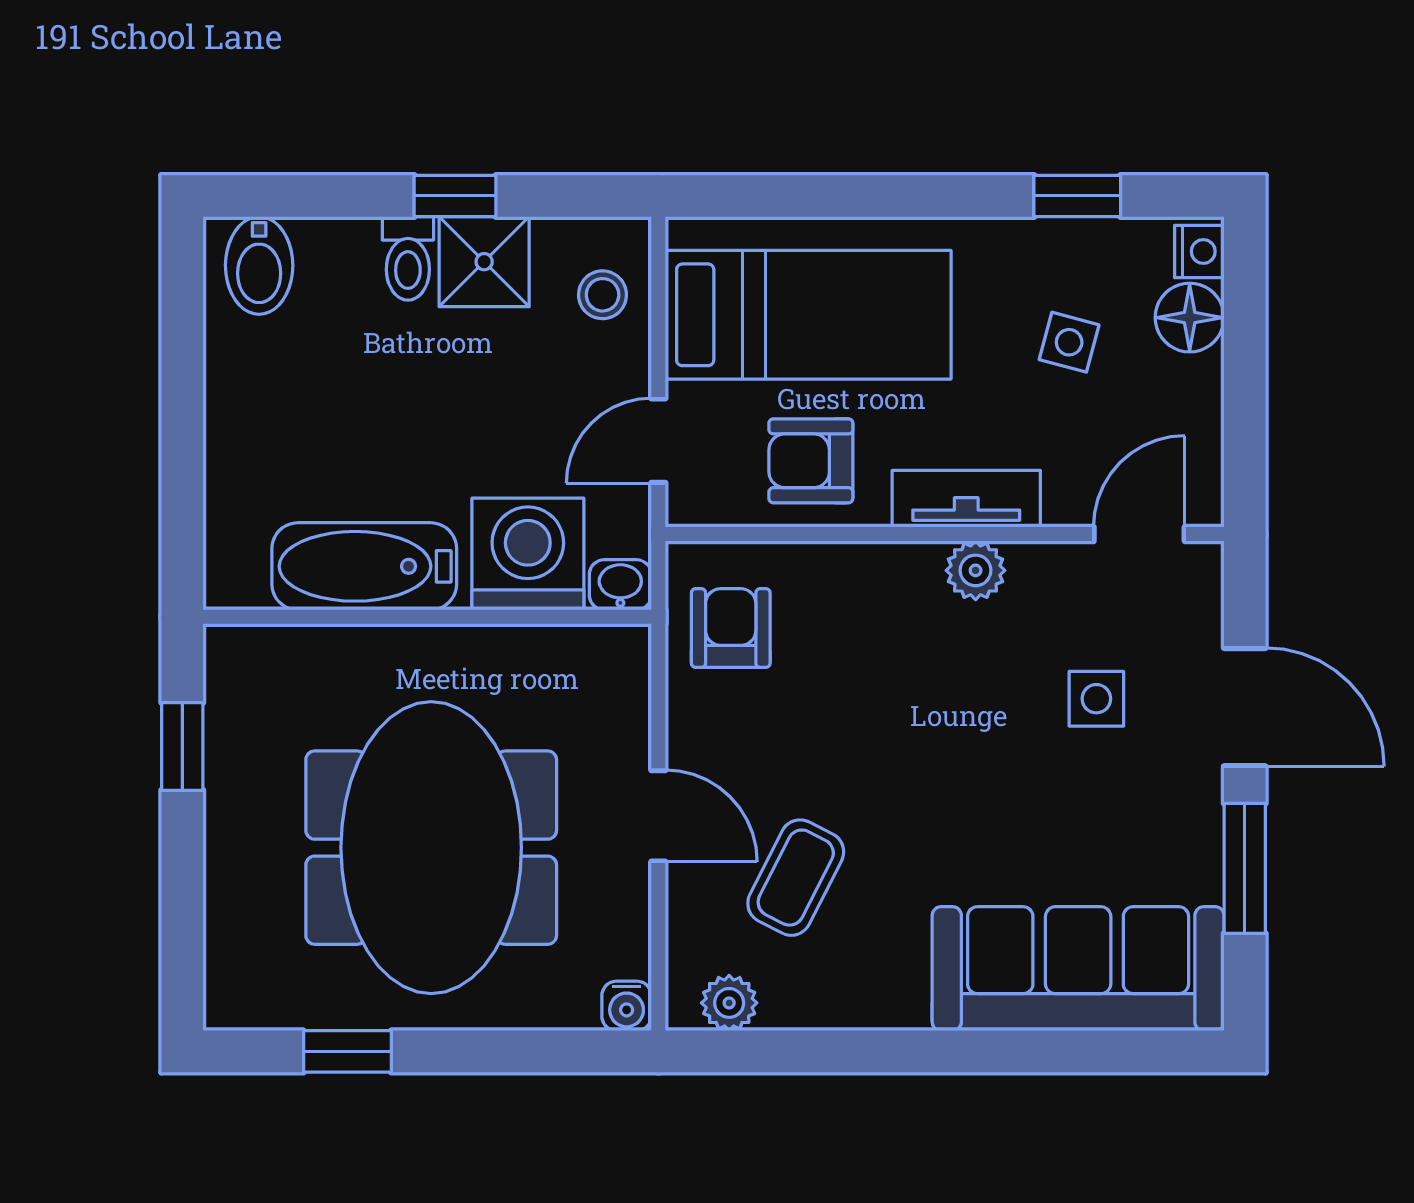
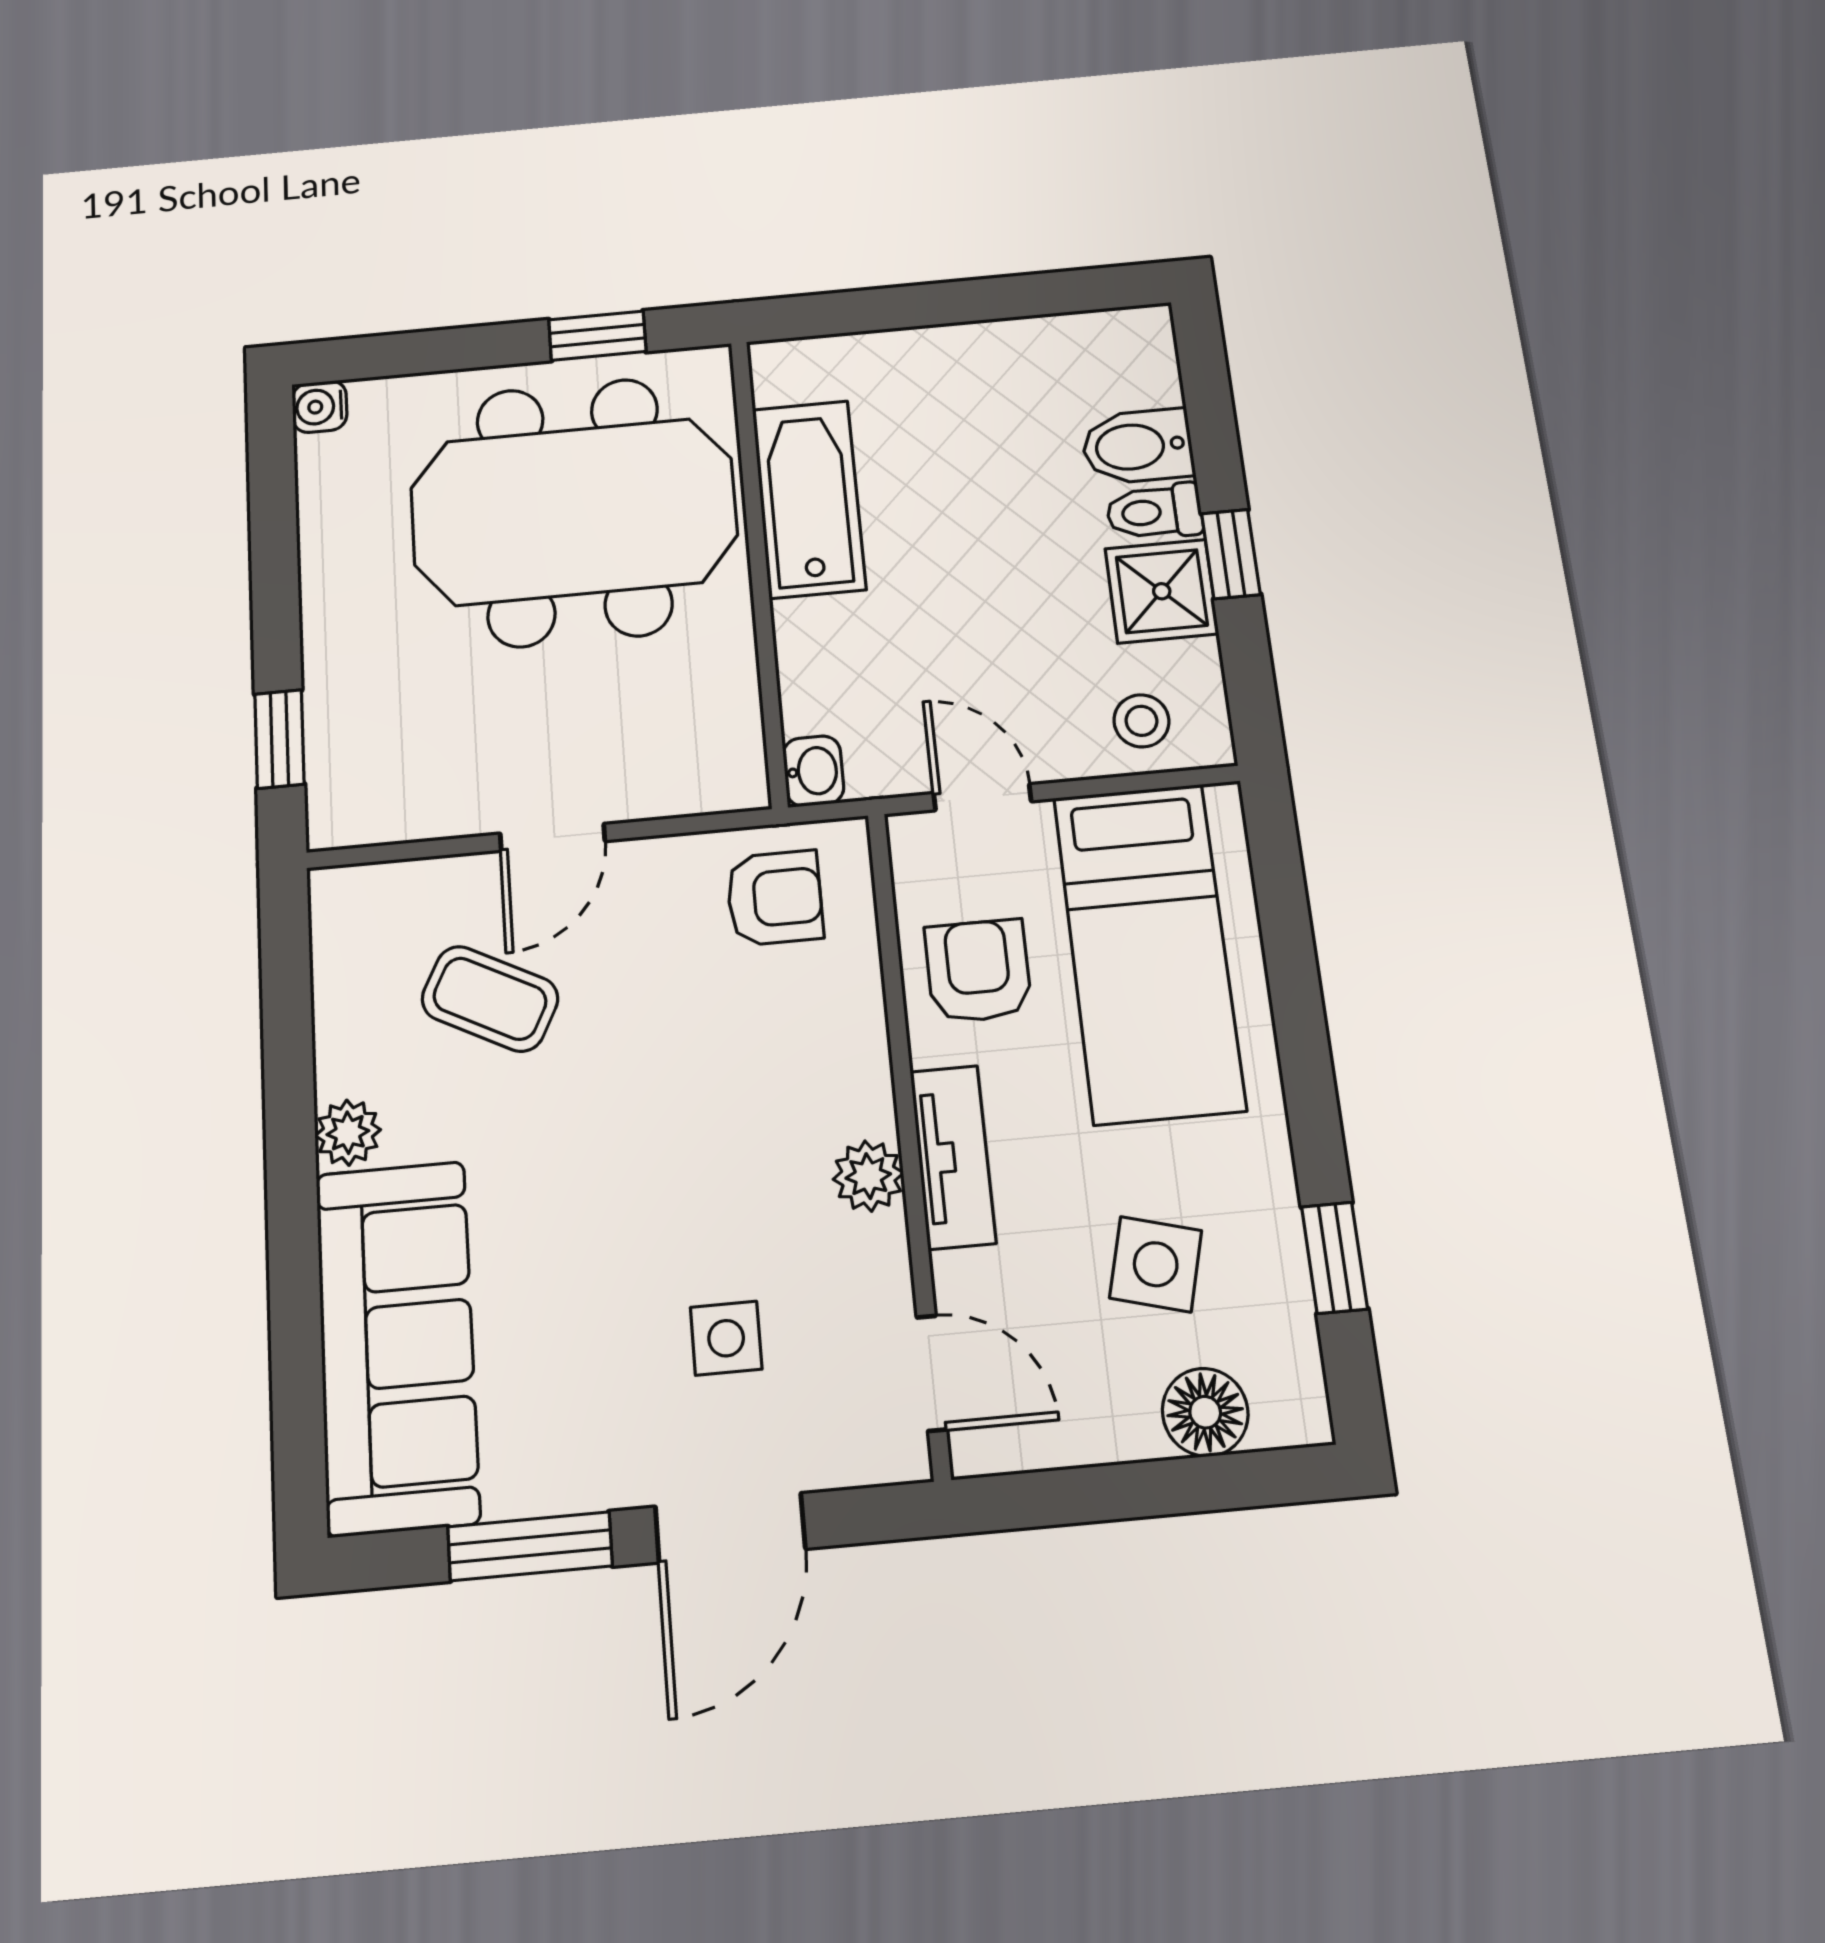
nightstand: (1199, 251) -> (1288, 1417), removed
bidet: (259, 265) -> (1137, 446), moved
side table: (1069, 342) -> (1156, 1264), width x1.37, depth x1.37
washing machine: (528, 554) -> (839, 668), removed
meeting table: (431, 848) -> (574, 511), moved
plant: (729, 1003) -> (348, 1133), moved
water cooler: (627, 1006) -> (320, 407), moved
window: (347, 1051) -> (279, 739), moved

